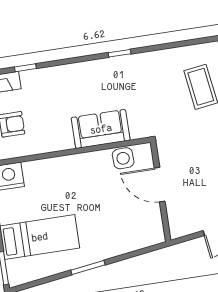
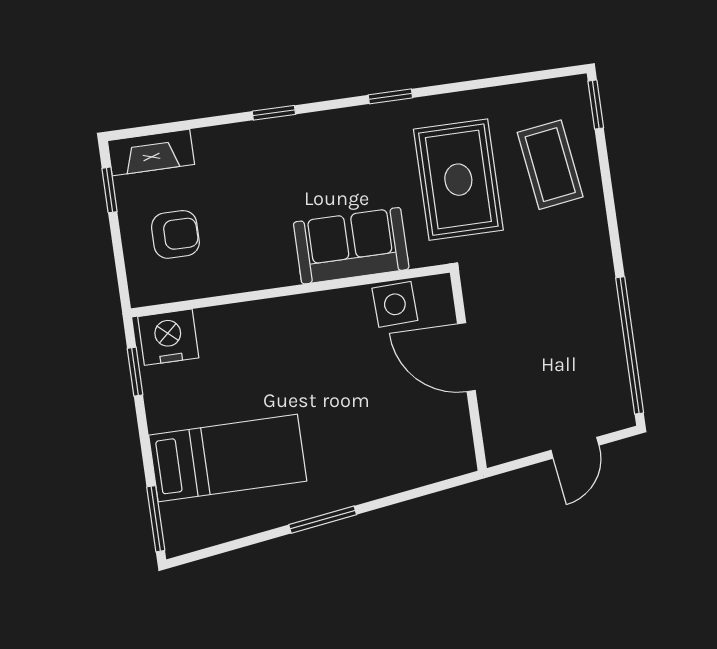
window: (25, 68) -> (274, 113), moved
rug: (154, 95) -> (458, 180), added

